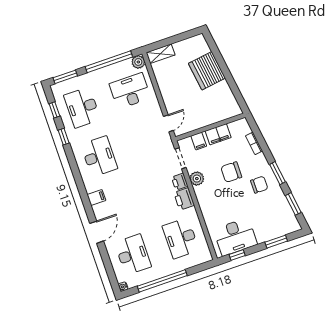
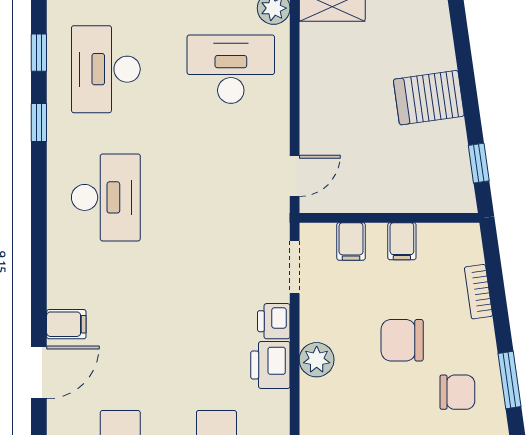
server rack: (207, 71) -> (429, 98), width x0.62
window: (237, 94) -> (479, 163), added
filing cabinet: (218, 134) -> (402, 241), width x0.50
plant: (197, 179) -> (317, 360), moved
filing cabinet: (96, 198) -> (66, 324), moved

